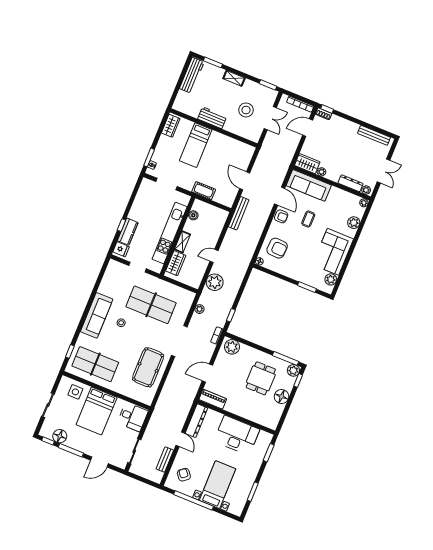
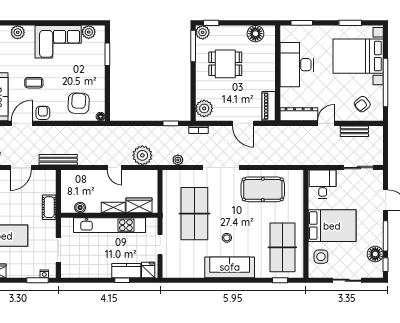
floor lamp: (282, 397) -> (255, 34), moved
bed with nightstands: (218, 485) -> (358, 56), width x1.36

